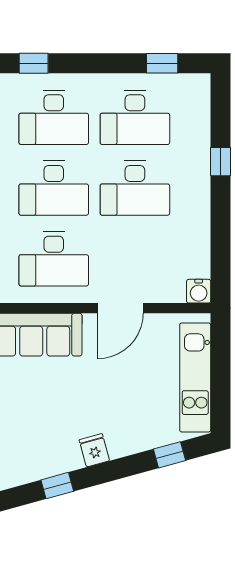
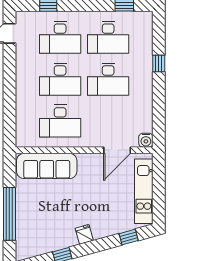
door: (120, 308) -> (117, 150), moved

